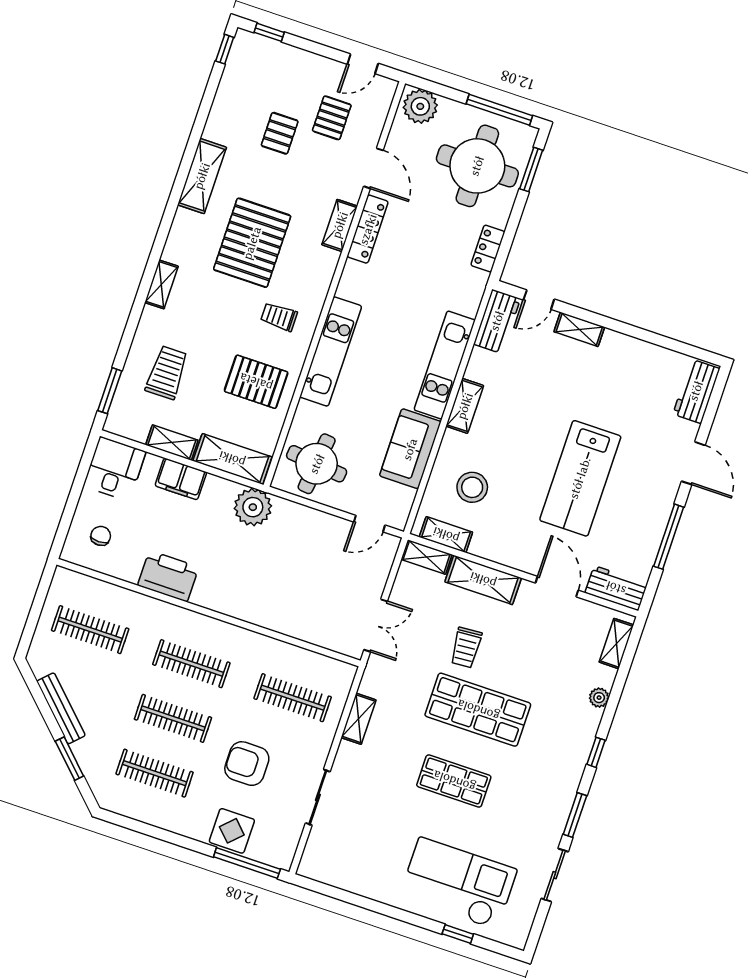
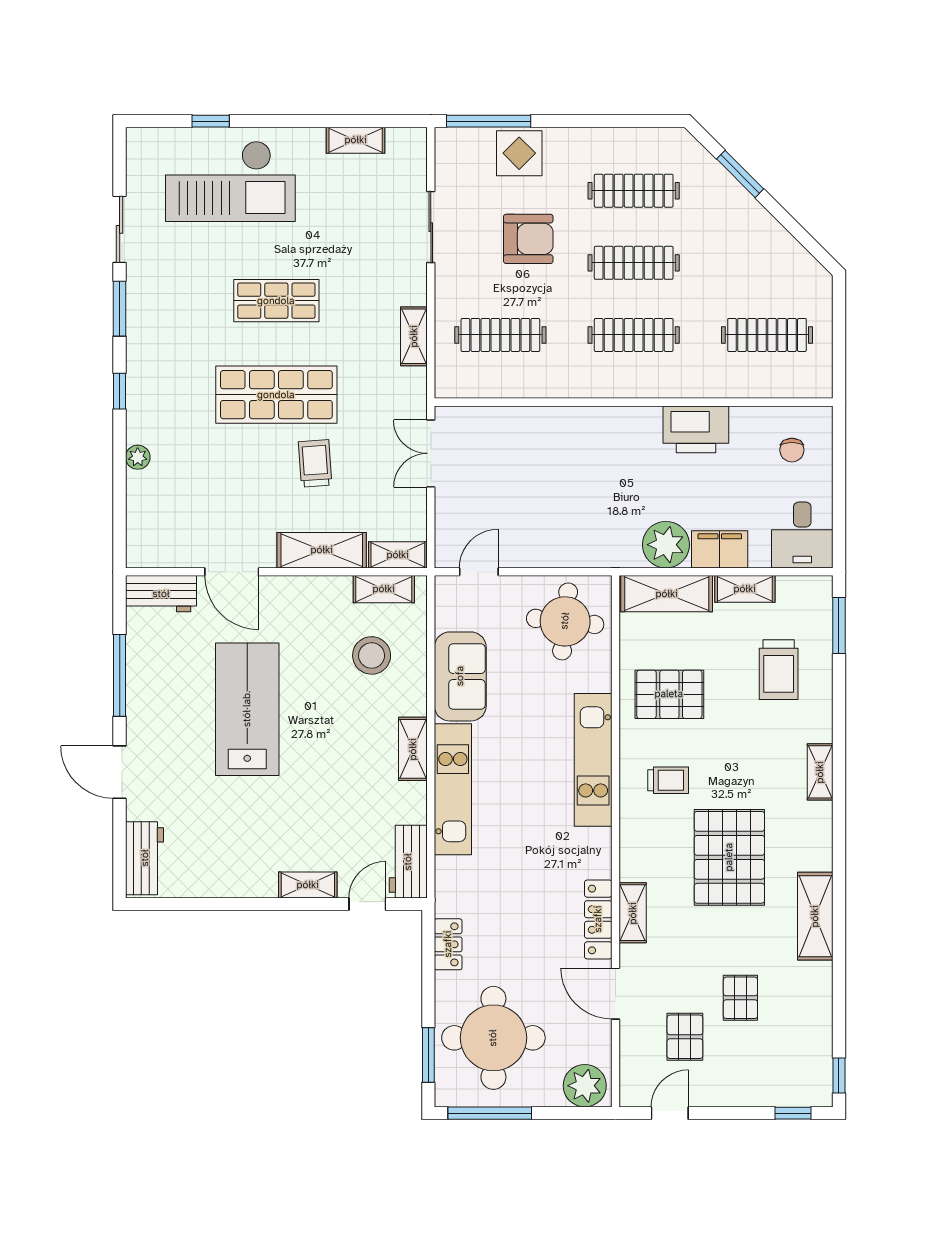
plant: (253, 507) -> (666, 545), moved
shelving: (616, 644) -> (356, 140), moved, turned 90
bench: (61, 708) -> (770, 230), removed

